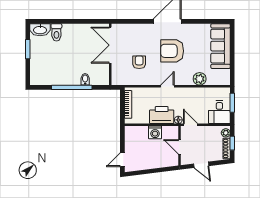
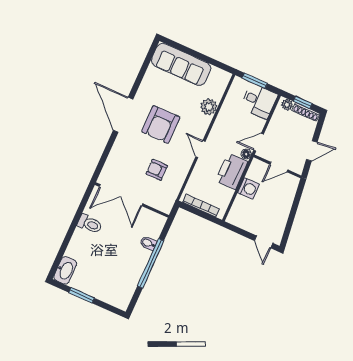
toilet: (56, 32) -> (90, 224), moved

